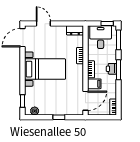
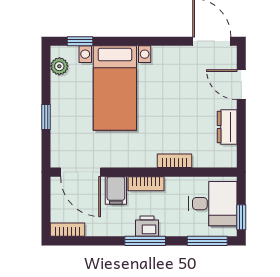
door: (43, 24) -> (241, 85), swing flipped
dresser: (75, 30) -> (227, 127), moved
bed with nightstands: (45, 69) -> (115, 88), moved

